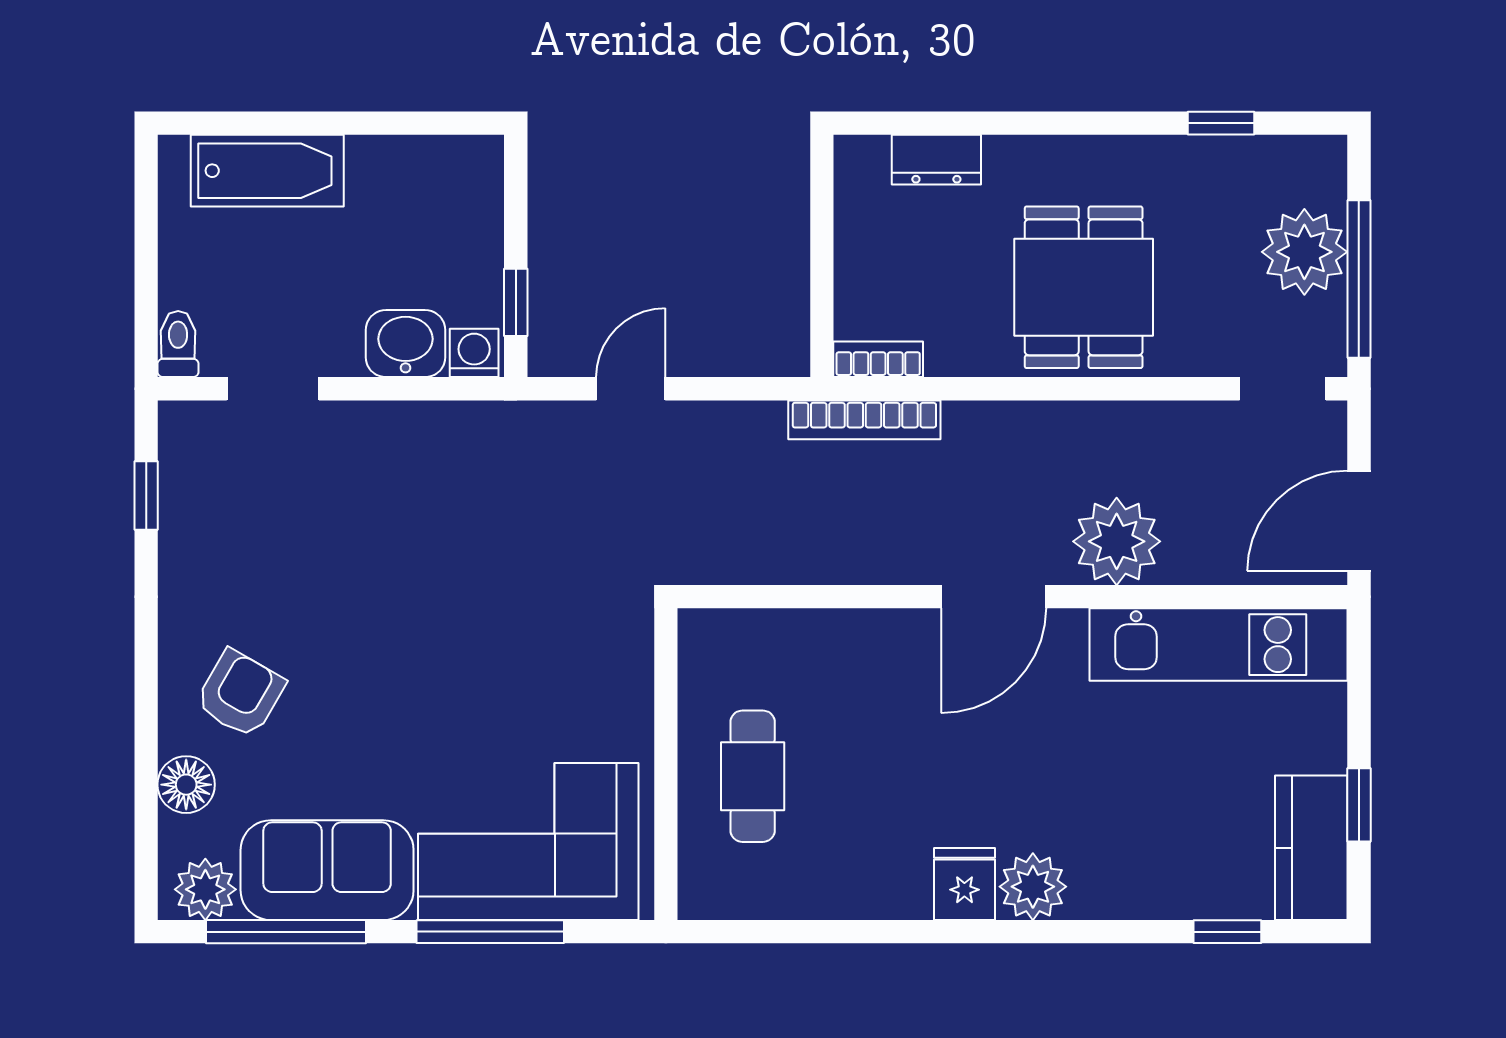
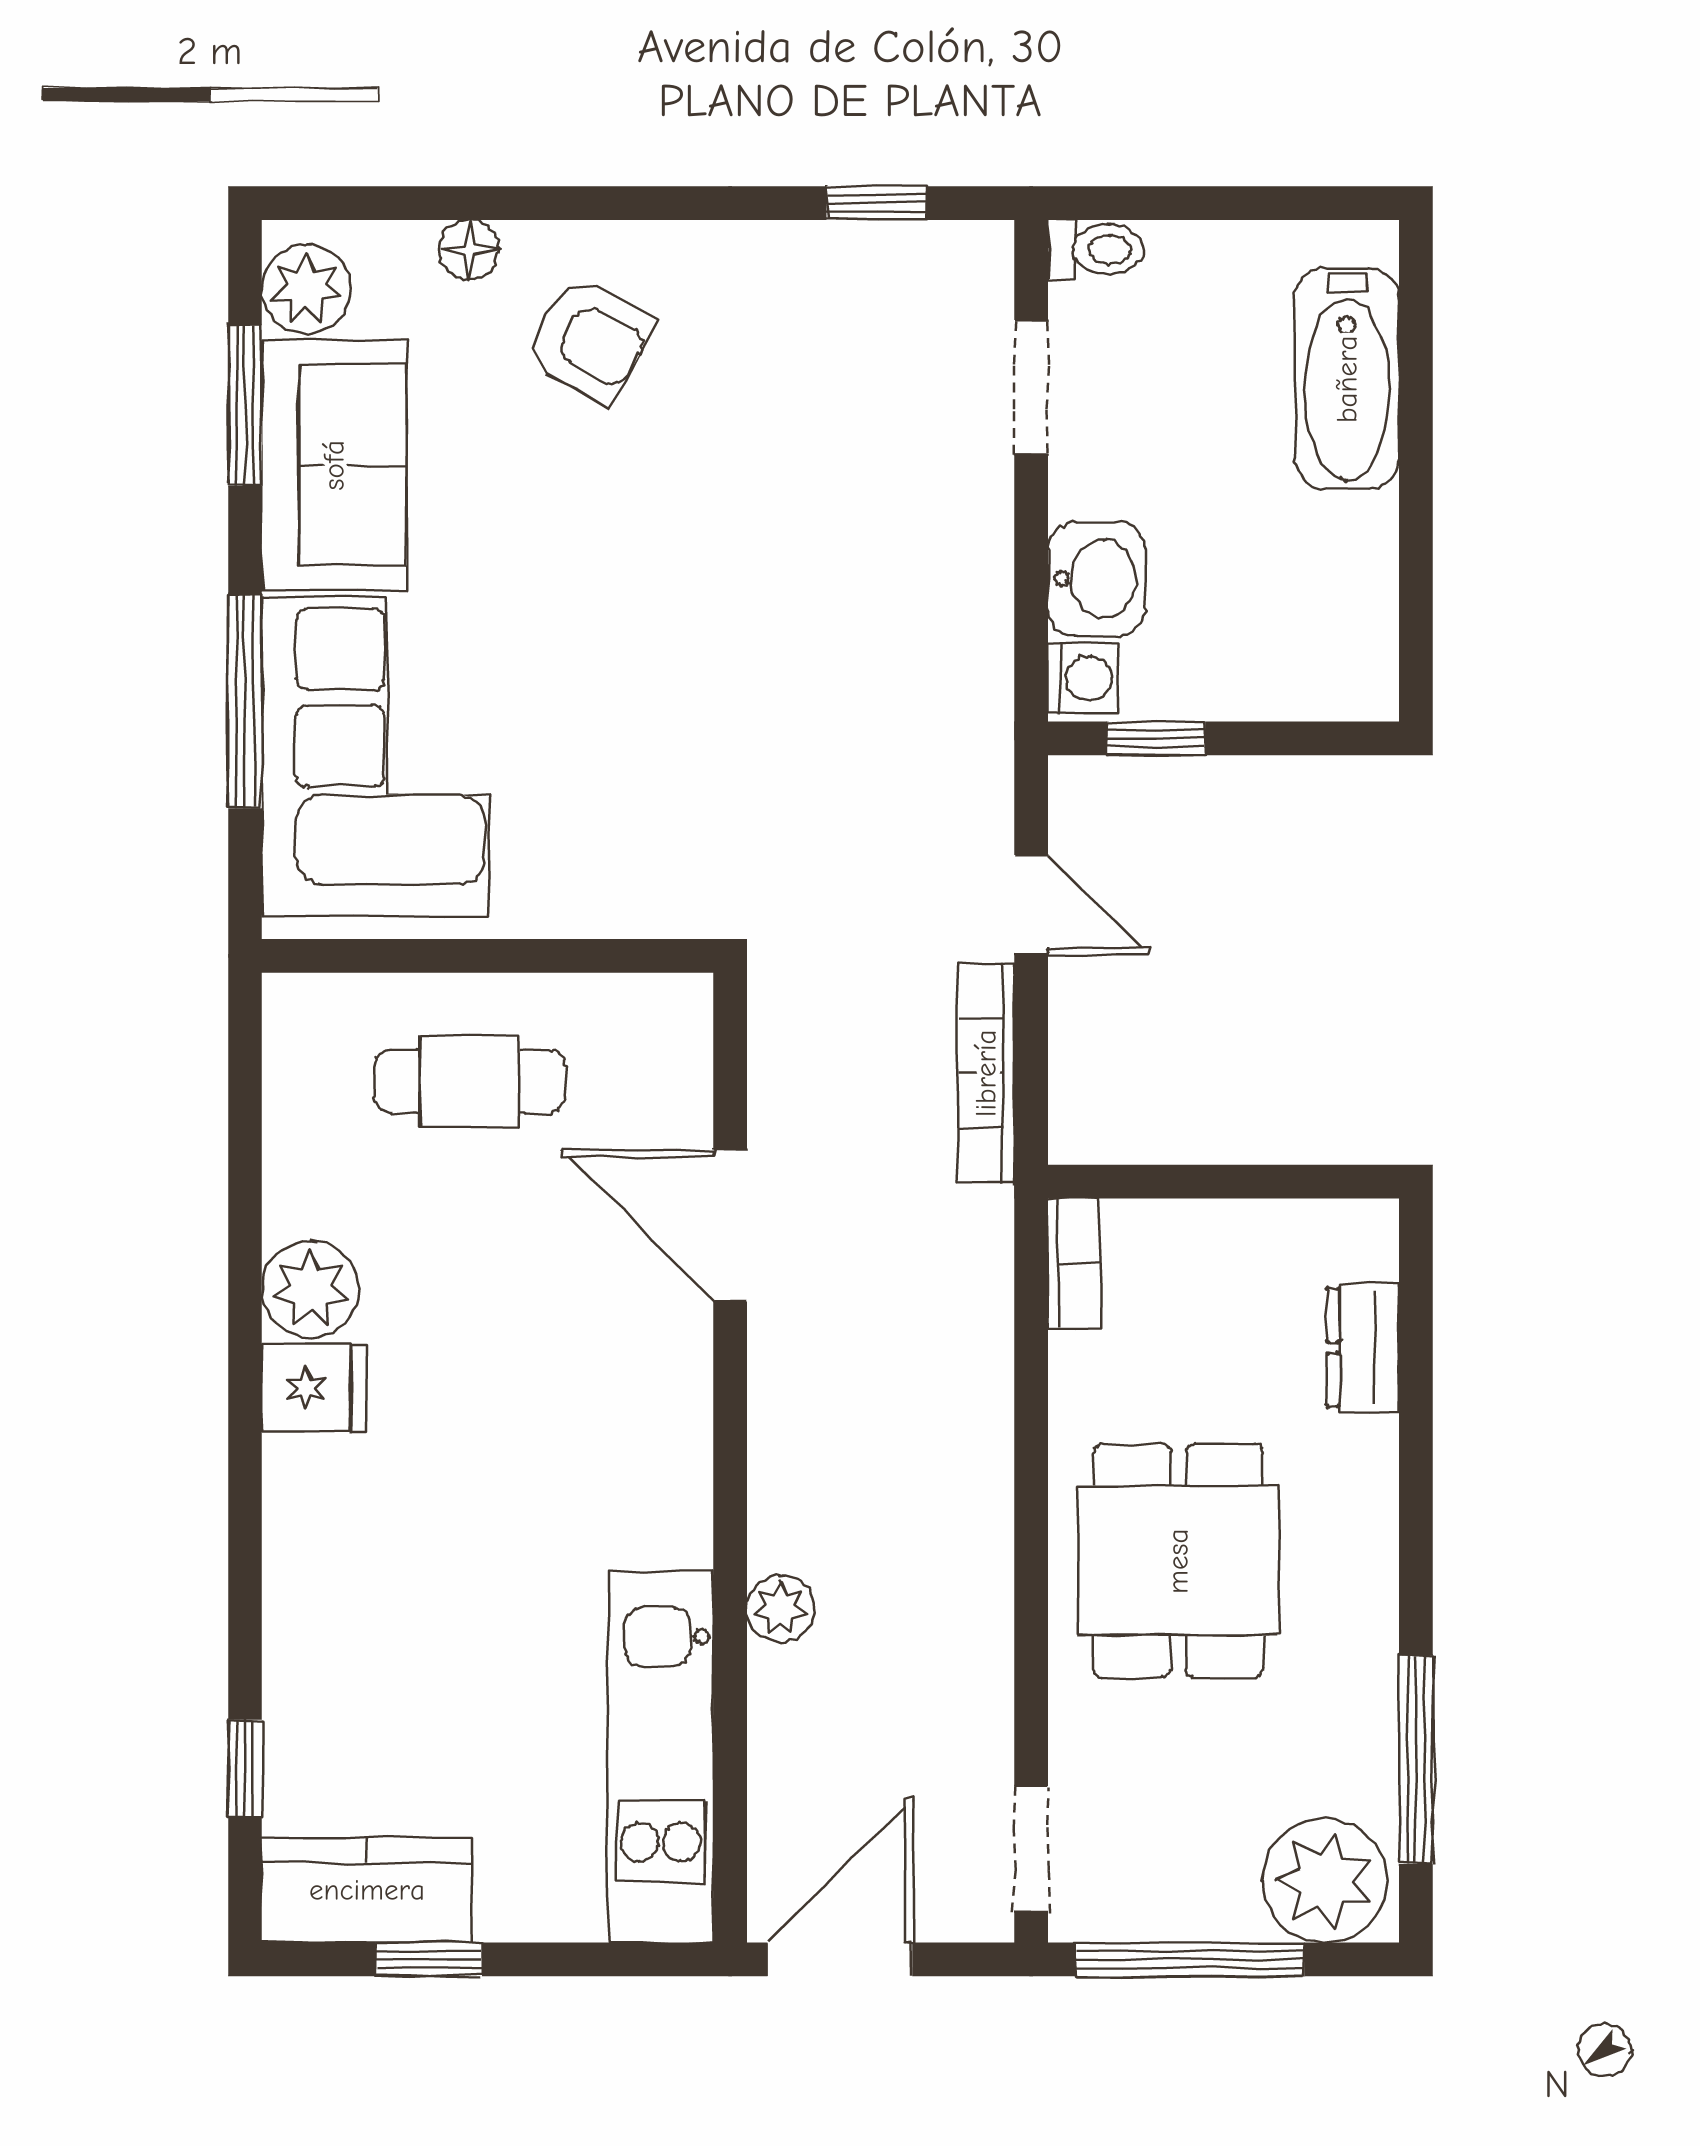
window: (1221, 123) -> (1416, 1760), width x2.17
plant: (1304, 252) -> (1325, 1881), moved
dining table: (1084, 287) -> (1178, 1561), turned 90
bookcase: (864, 420) -> (986, 1073), moved
door: (1359, 521) -> (840, 1959), hinge flipped
plant: (1117, 541) -> (781, 1609), width x0.53, depth x0.53
door: (994, 597) -> (730, 1226), moved
floor lamp: (186, 785) -> (469, 250), width x0.73, depth x0.73
plant: (1033, 887) -> (310, 1289), moved
window: (286, 932) -> (245, 406), width x0.69

